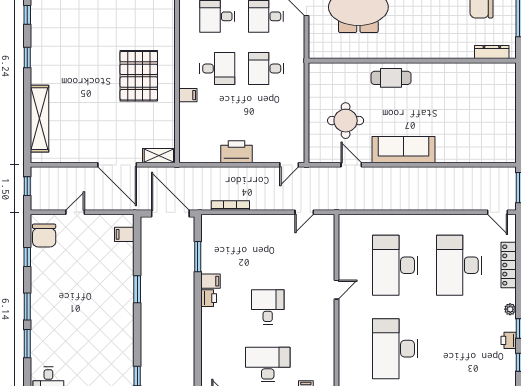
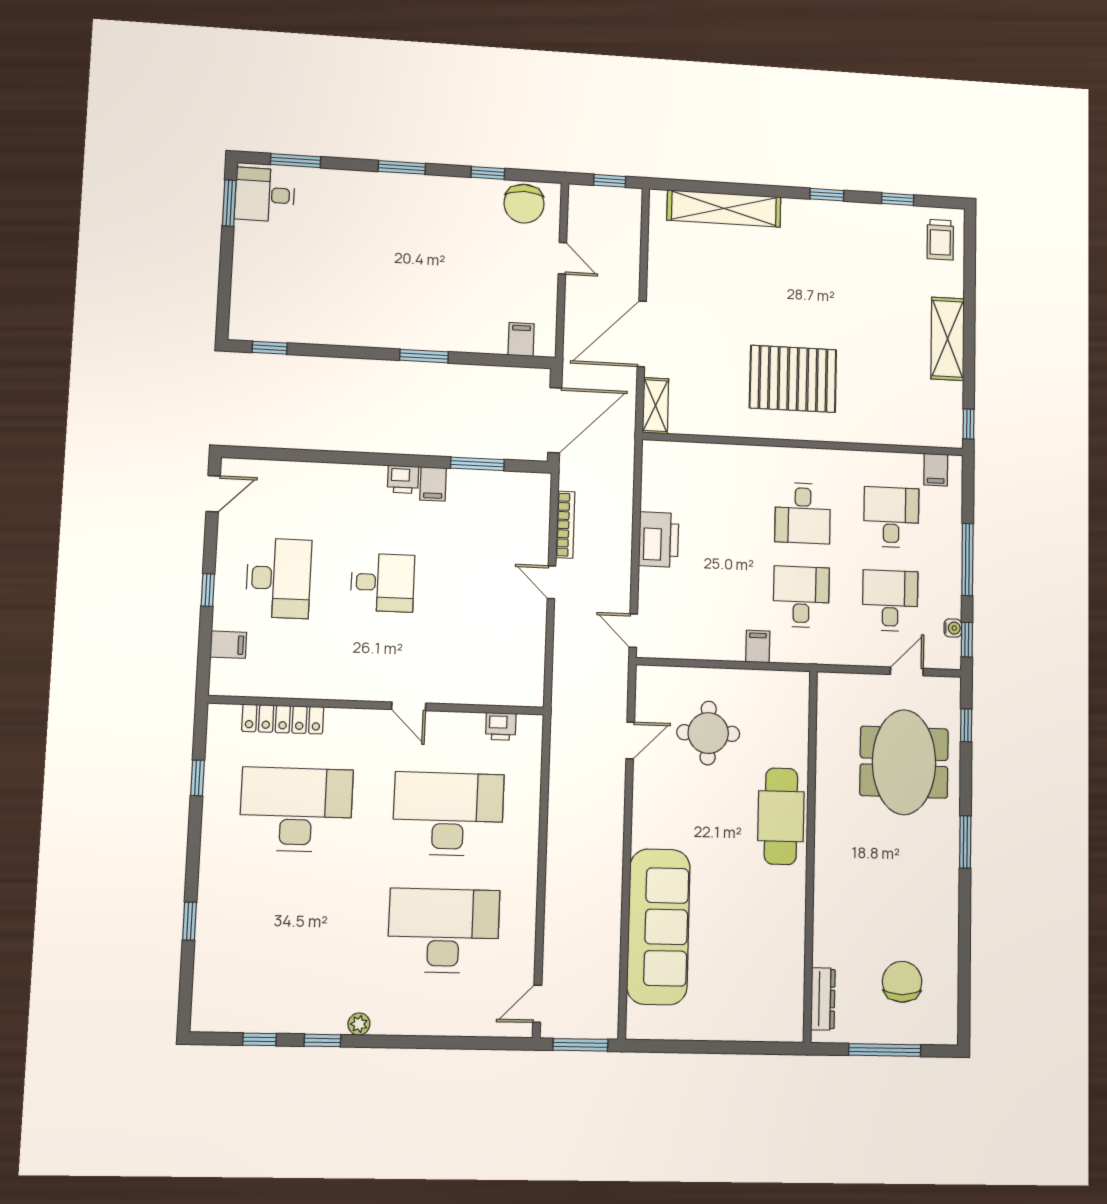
cafe table: (391, 78) -> (781, 816), width x1.37, depth x1.35
filing cabinet: (188, 95) -> (758, 647), moved, turned 180
sofa: (404, 150) -> (658, 927), moved, width x1.36, depth x1.27
door: (304, 212) -> (551, 582), moved
chair: (44, 236) -> (524, 204), turned -90
locker: (509, 265) -> (283, 719), moved, turned 180
printer: (509, 340) -> (501, 726), moved, turned 180
window: (27, 344) -> (296, 161), moved

